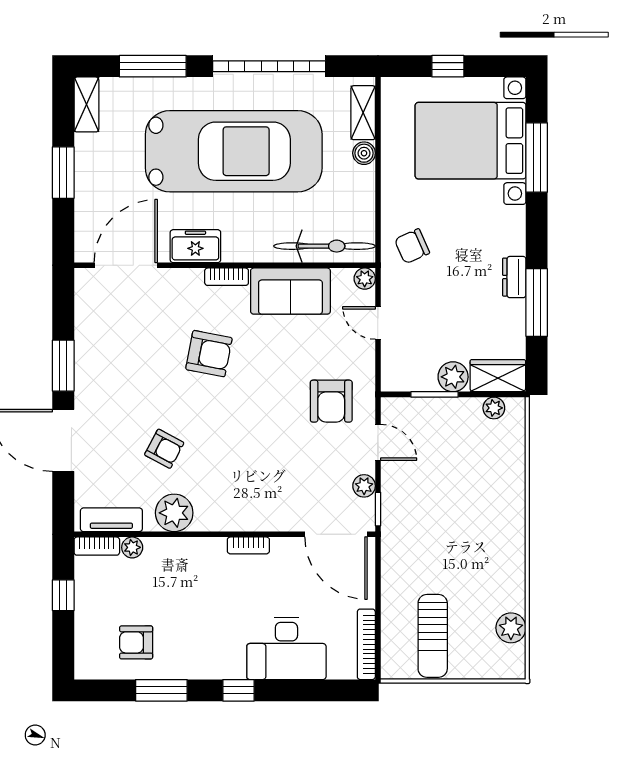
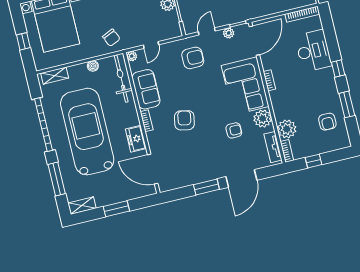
boiler: (364, 153) -> (93, 66), moved
armchair: (164, 449) -> (234, 130), turned 62
corner sofa: (249, 493) -> (245, 86), added
plant: (132, 547) -> (287, 129), width x1.87, depth x1.87

